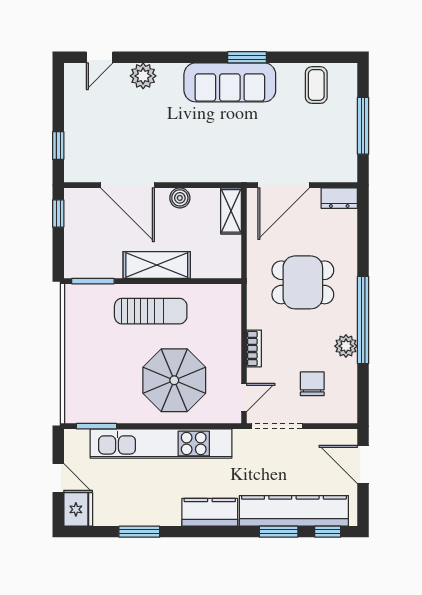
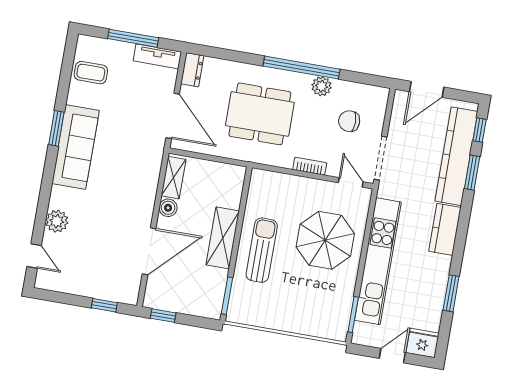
tv unit: (347, 156) -> (157, 56), added
shelving: (231, 211) -> (174, 178), moved, turned 90
dining table: (303, 282) -> (260, 114), width x1.38

